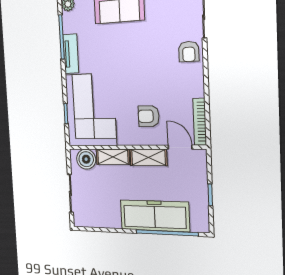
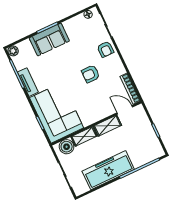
armchair: (149, 116) -> (91, 74), moved
freezer: (155, 216) -> (108, 170), moved

